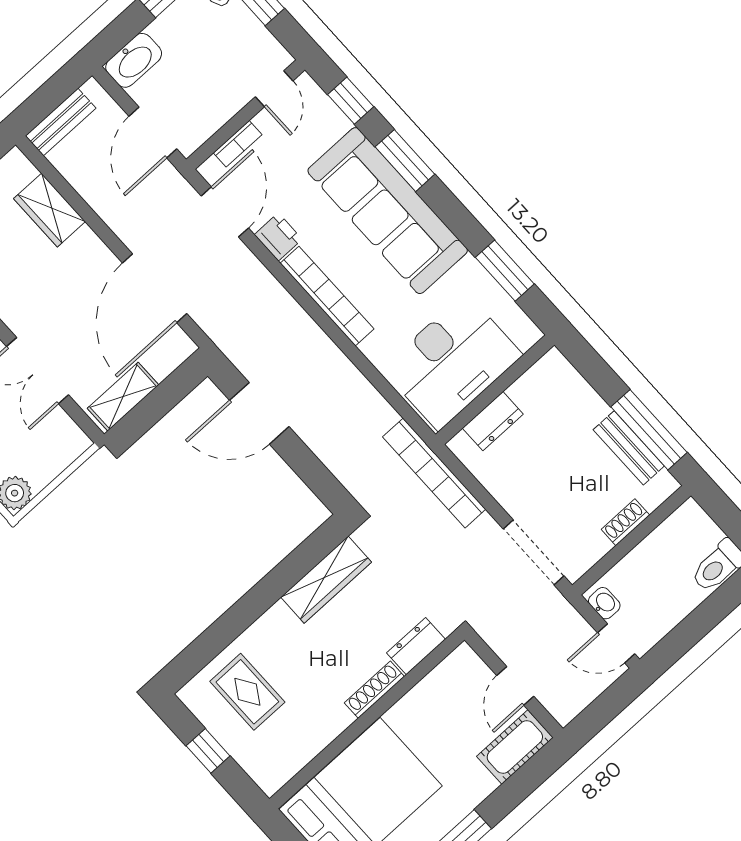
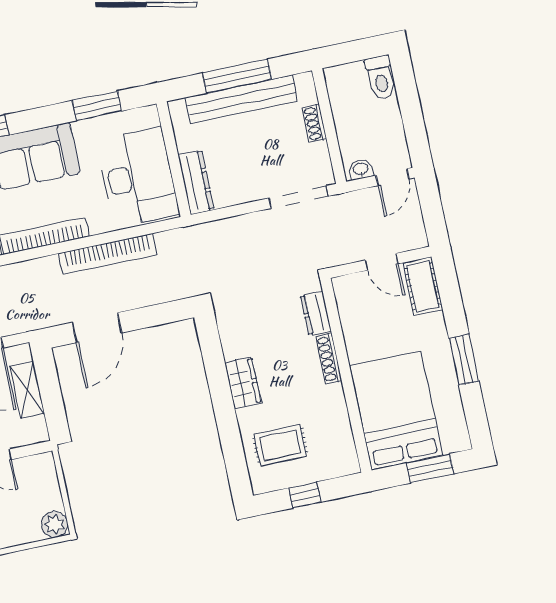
shelving: (123, 397) -> (27, 390), moved
dresser: (493, 421) -> (196, 182), width x1.44
window: (649, 430) -> (237, 76), moved
bench: (629, 448) -> (241, 99), width x1.86, depth x1.21
bookcase: (434, 473) -> (108, 254), moved
wardrobe: (326, 580) -> (243, 383), moved, width x0.67

